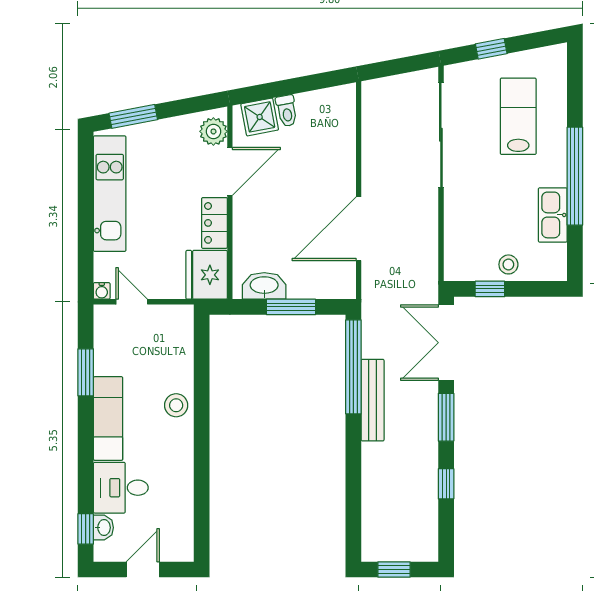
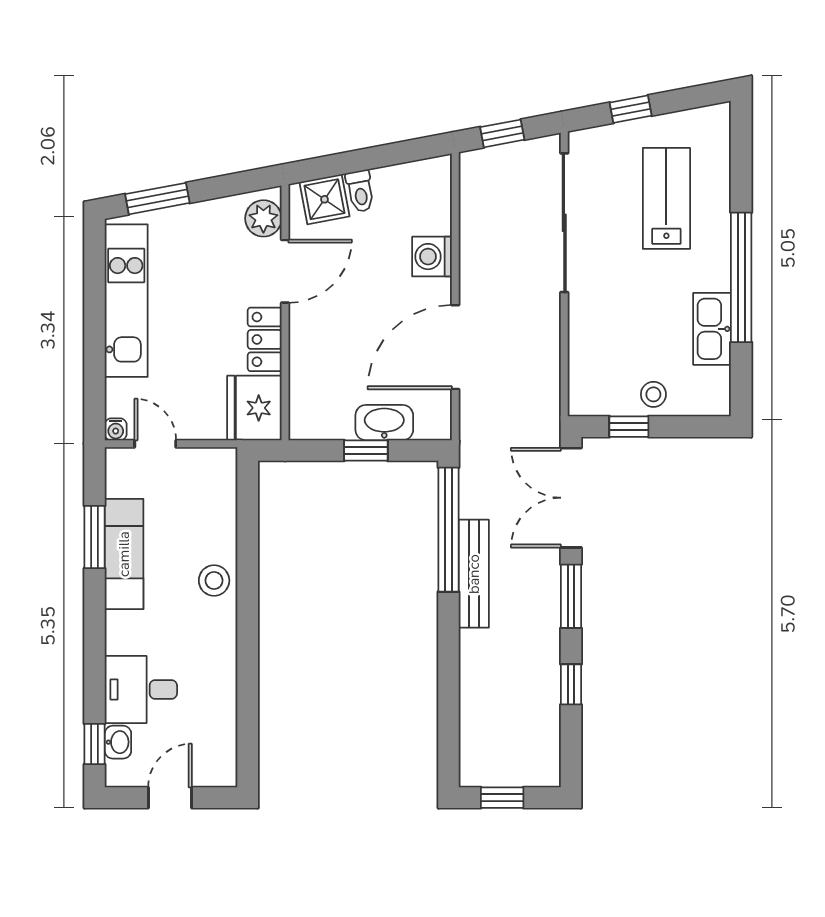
window: (394, 67) -> (502, 133), added
washing machine: (341, 160) -> (432, 257), added
washbasin: (264, 286) -> (384, 423), moved
window: (291, 307) -> (366, 450), width x0.67
exam couch: (108, 418) -> (124, 554), moved

